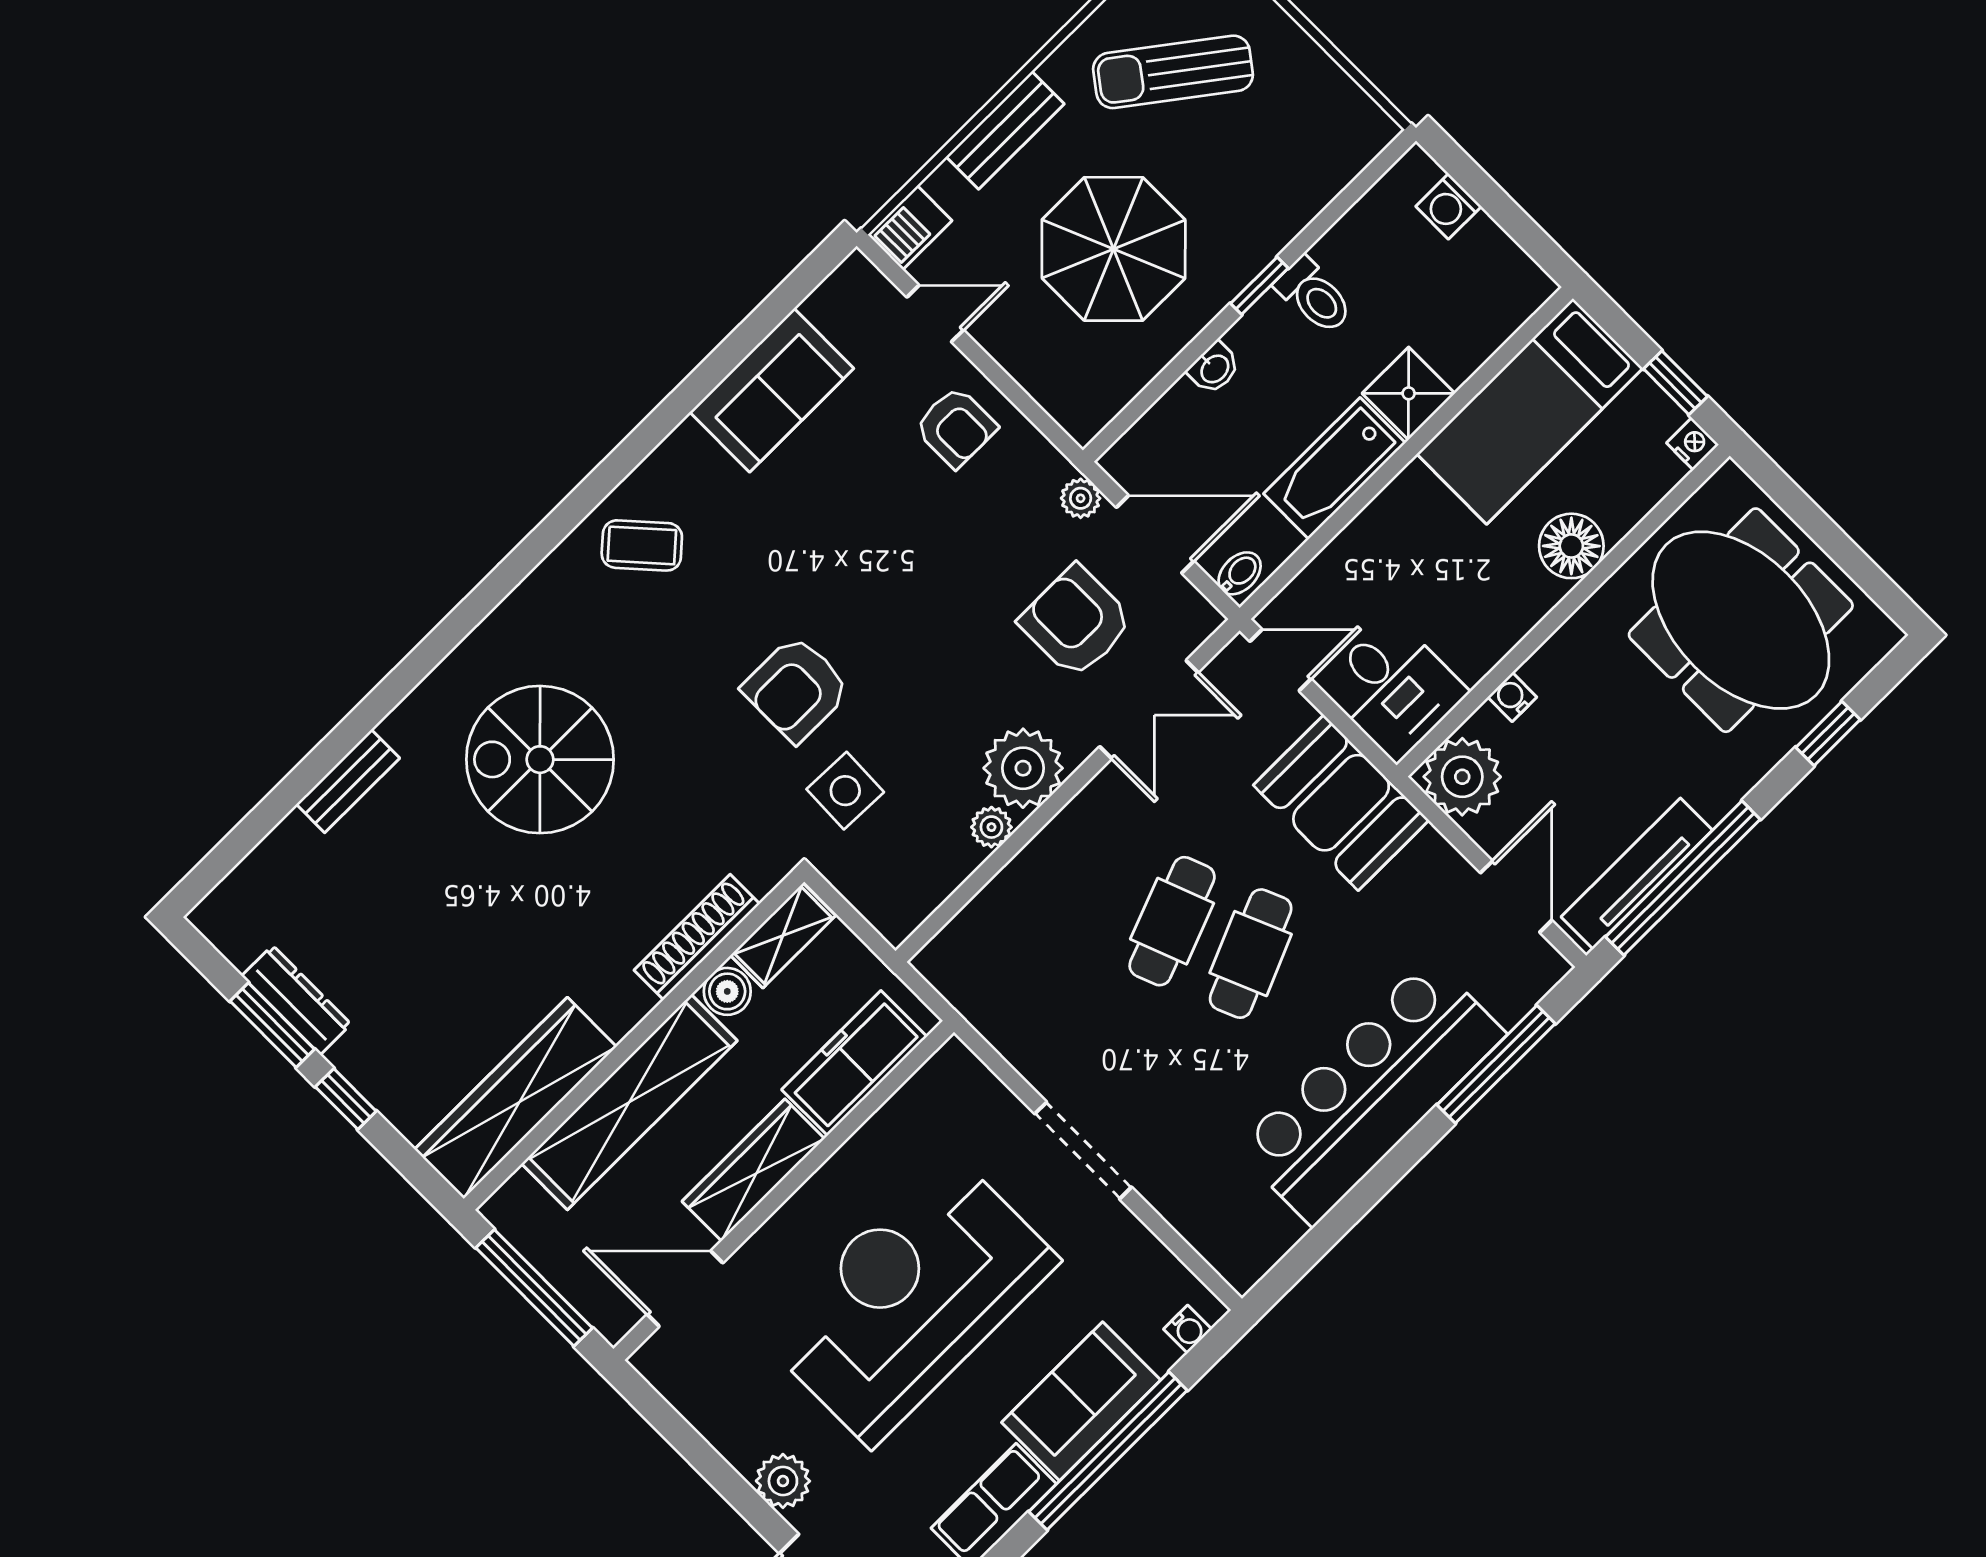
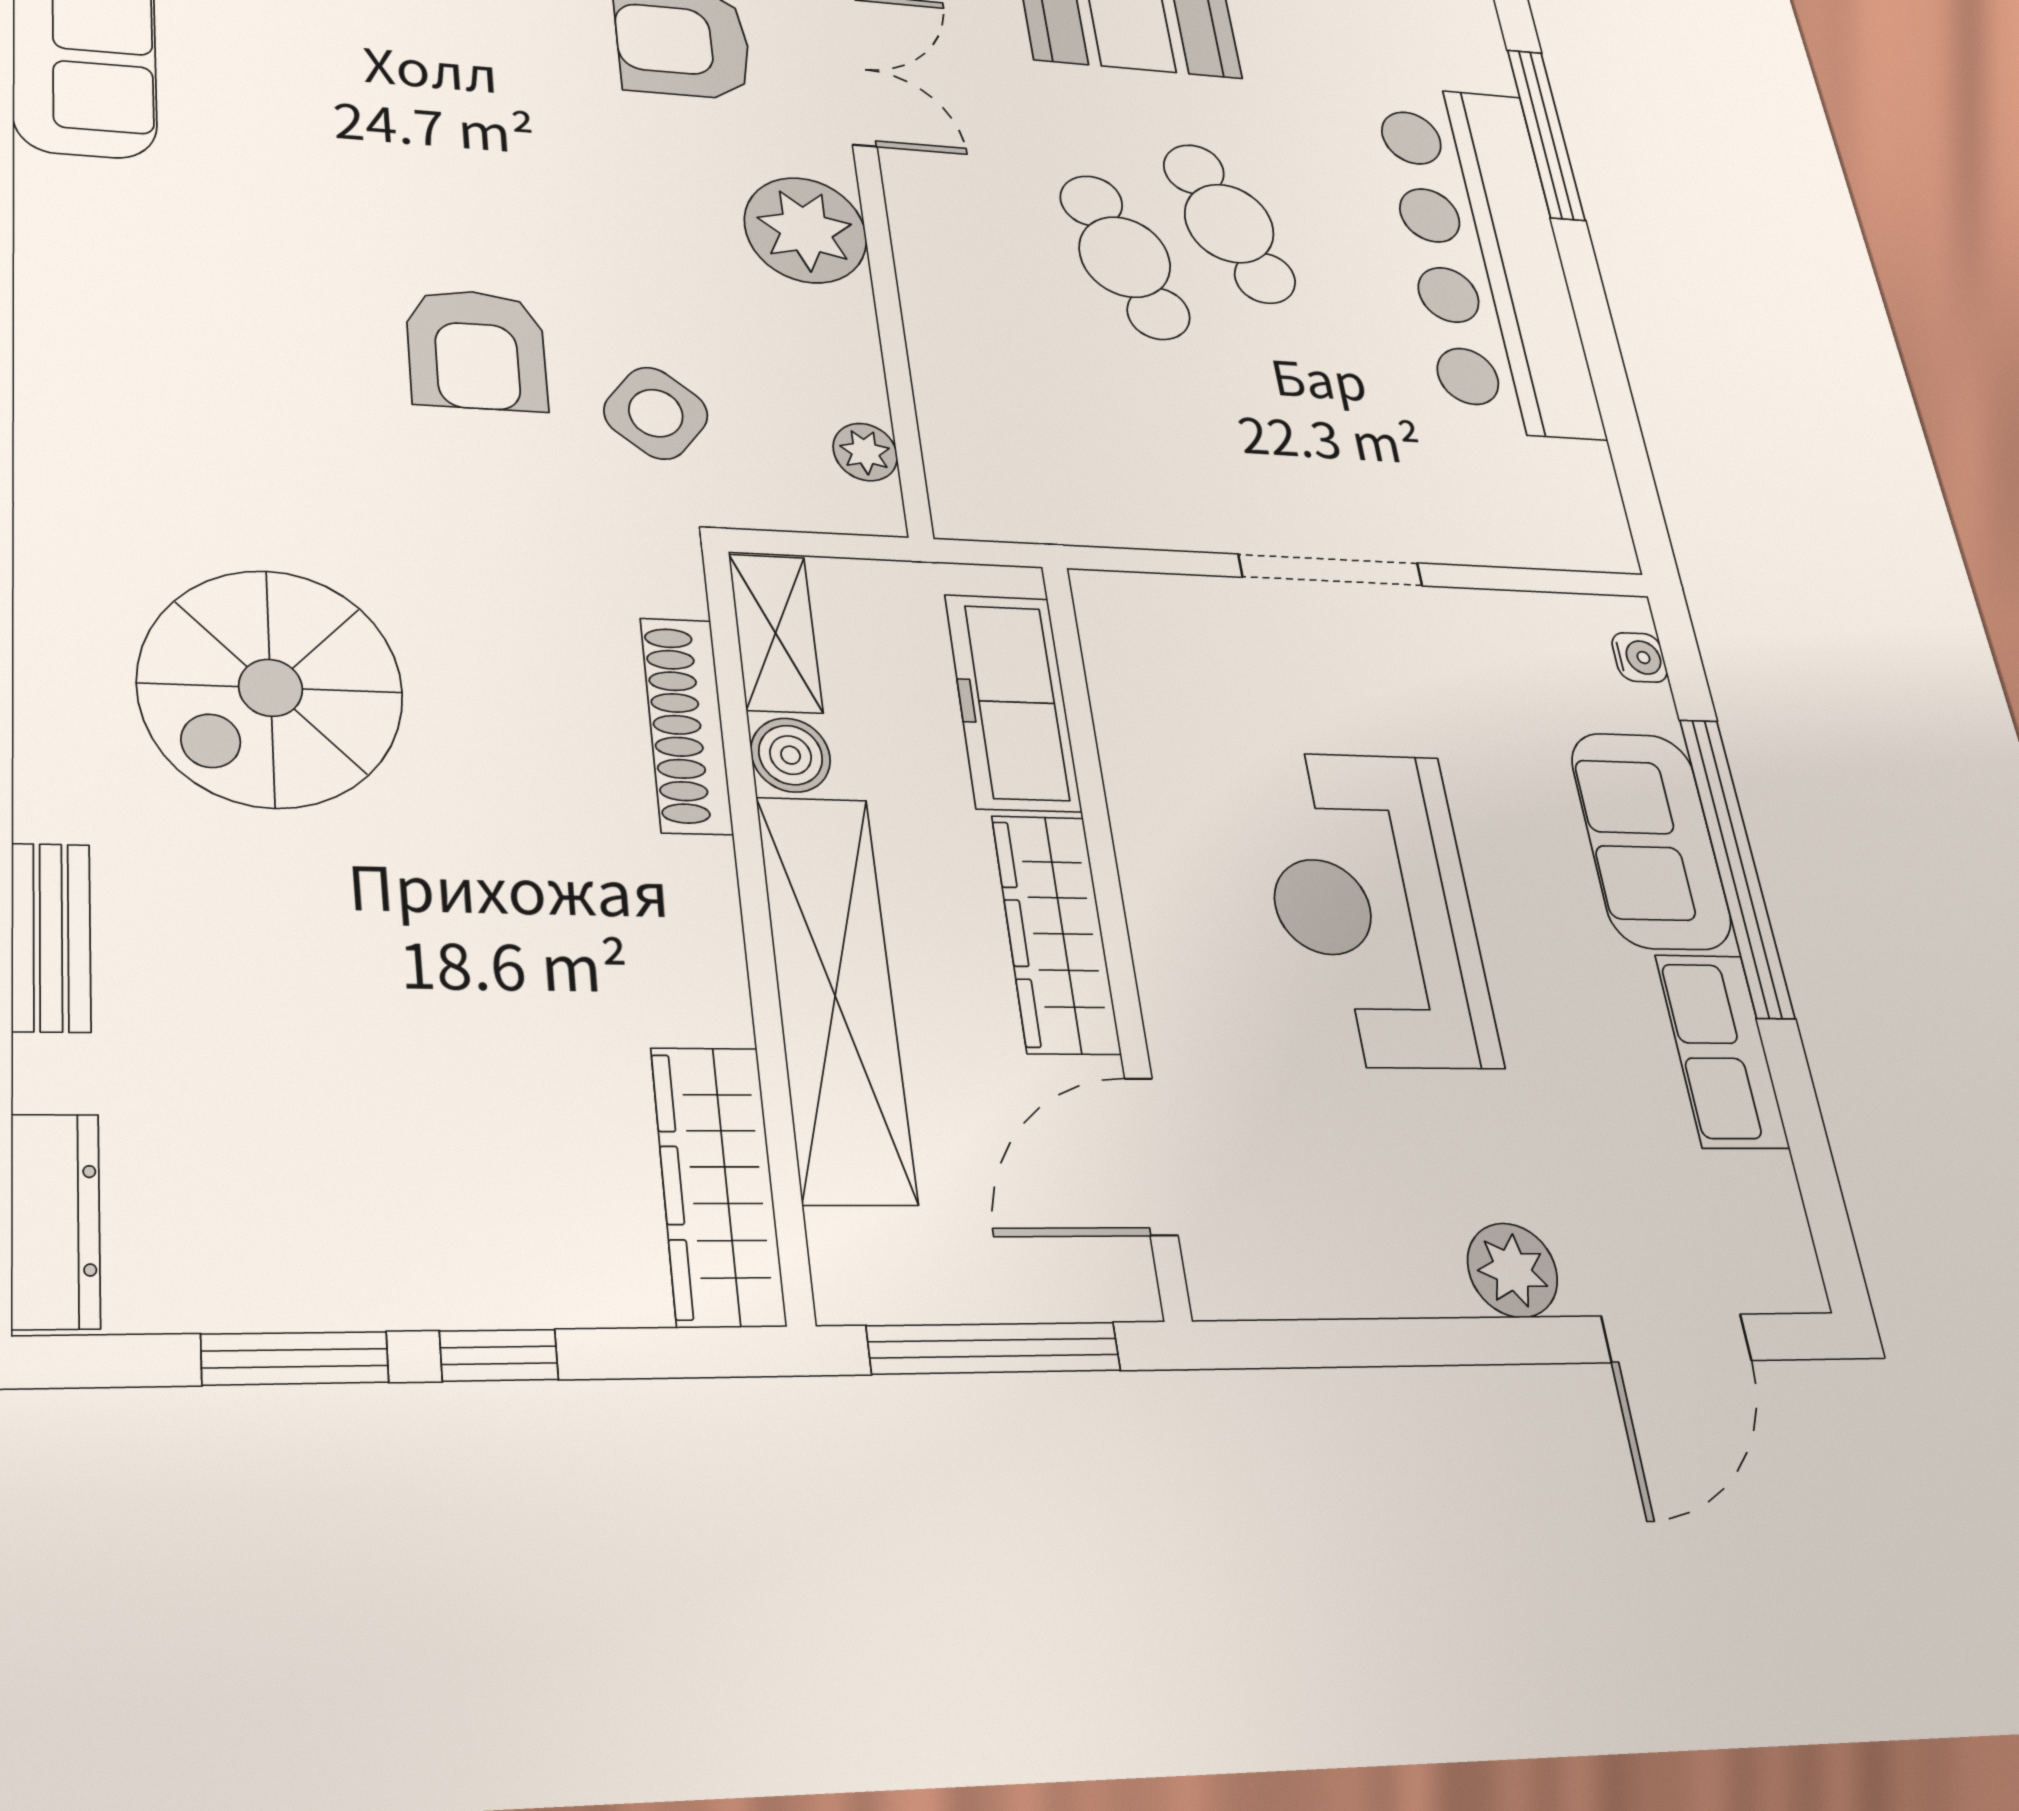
coffee table: (642, 545) -> (120, 339), removed
side table: (845, 791) -> (656, 413), turned 37
plant: (991, 827) -> (865, 452), moved
dresser: (296, 1000) -> (55, 1221), moved, turned 90
wardrobe: (516, 1098) -> (718, 1185), width x0.71, depth x0.85
reception desk: (910, 1298) -> (1374, 908), width x0.74, depth x0.77

